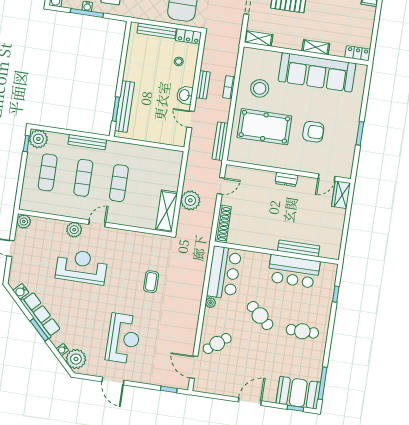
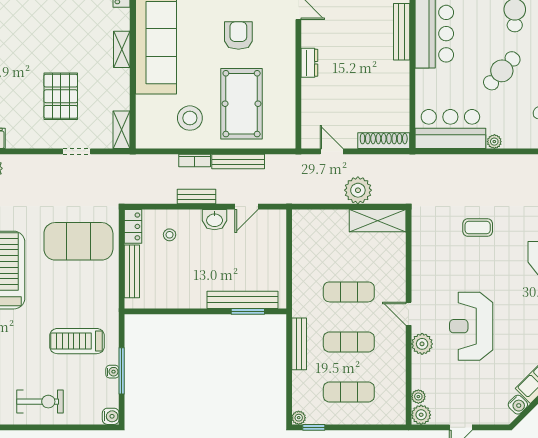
plant: (38, 139) -> (299, 418), width x0.53, depth x0.53
bench: (220, 141) -> (238, 162), moved
plant: (37, 221) -> (418, 397), added

